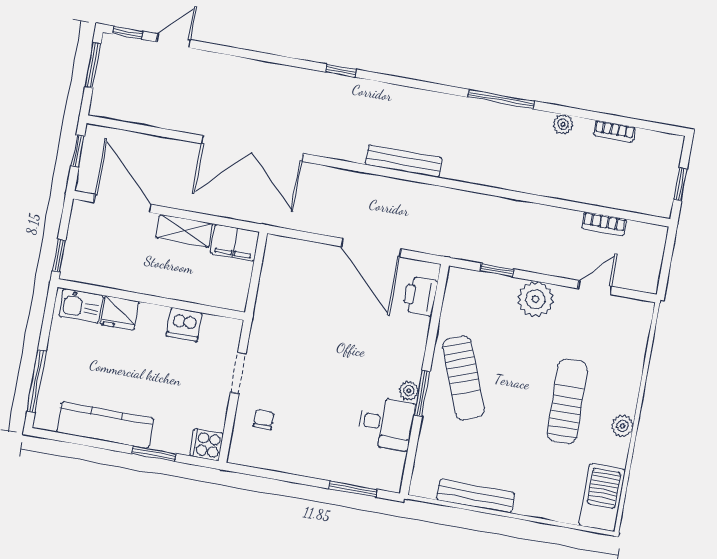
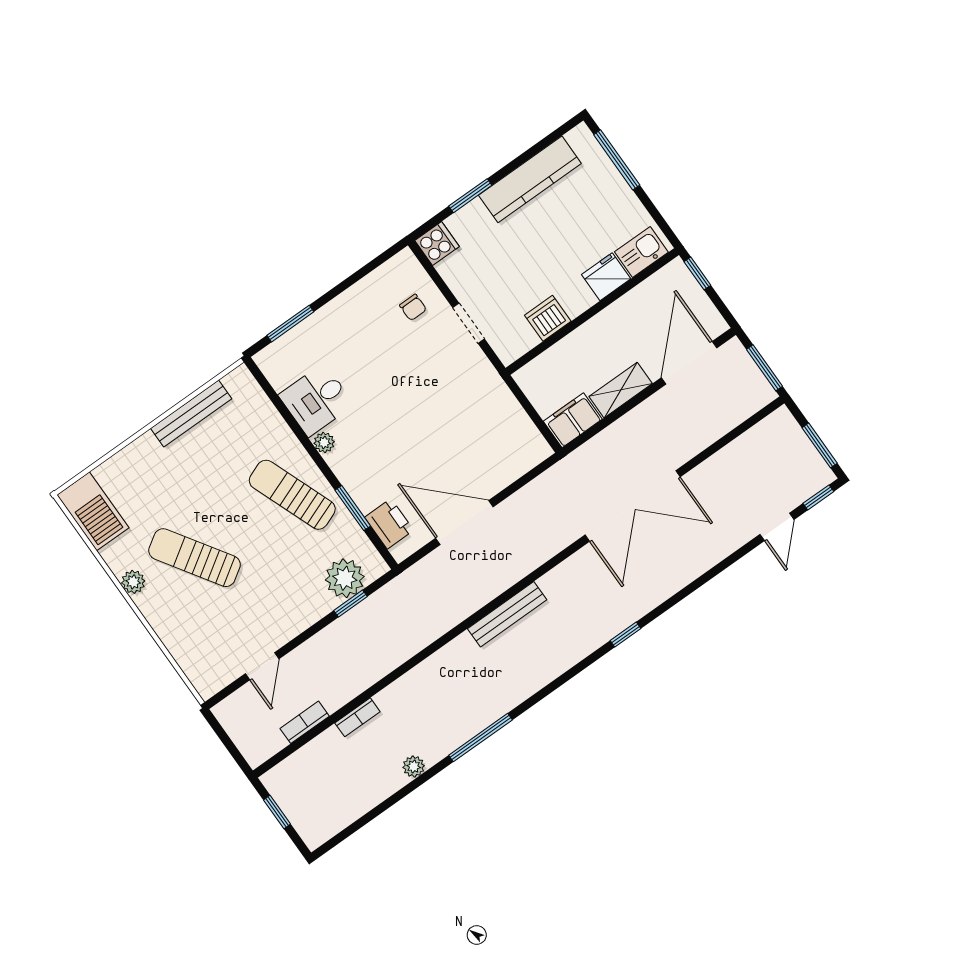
bookcase: (614, 131) -> (357, 717), moved, turned 180
double door: (252, 149) -> (633, 506), swing flipped
window: (78, 151) -> (764, 368), width x1.50
door: (123, 203) -> (689, 363), swing flipped
plant: (536, 299) -> (345, 578), moved
window: (422, 393) -> (353, 508), moved
sun lounger: (567, 401) -> (195, 558), turned 148

